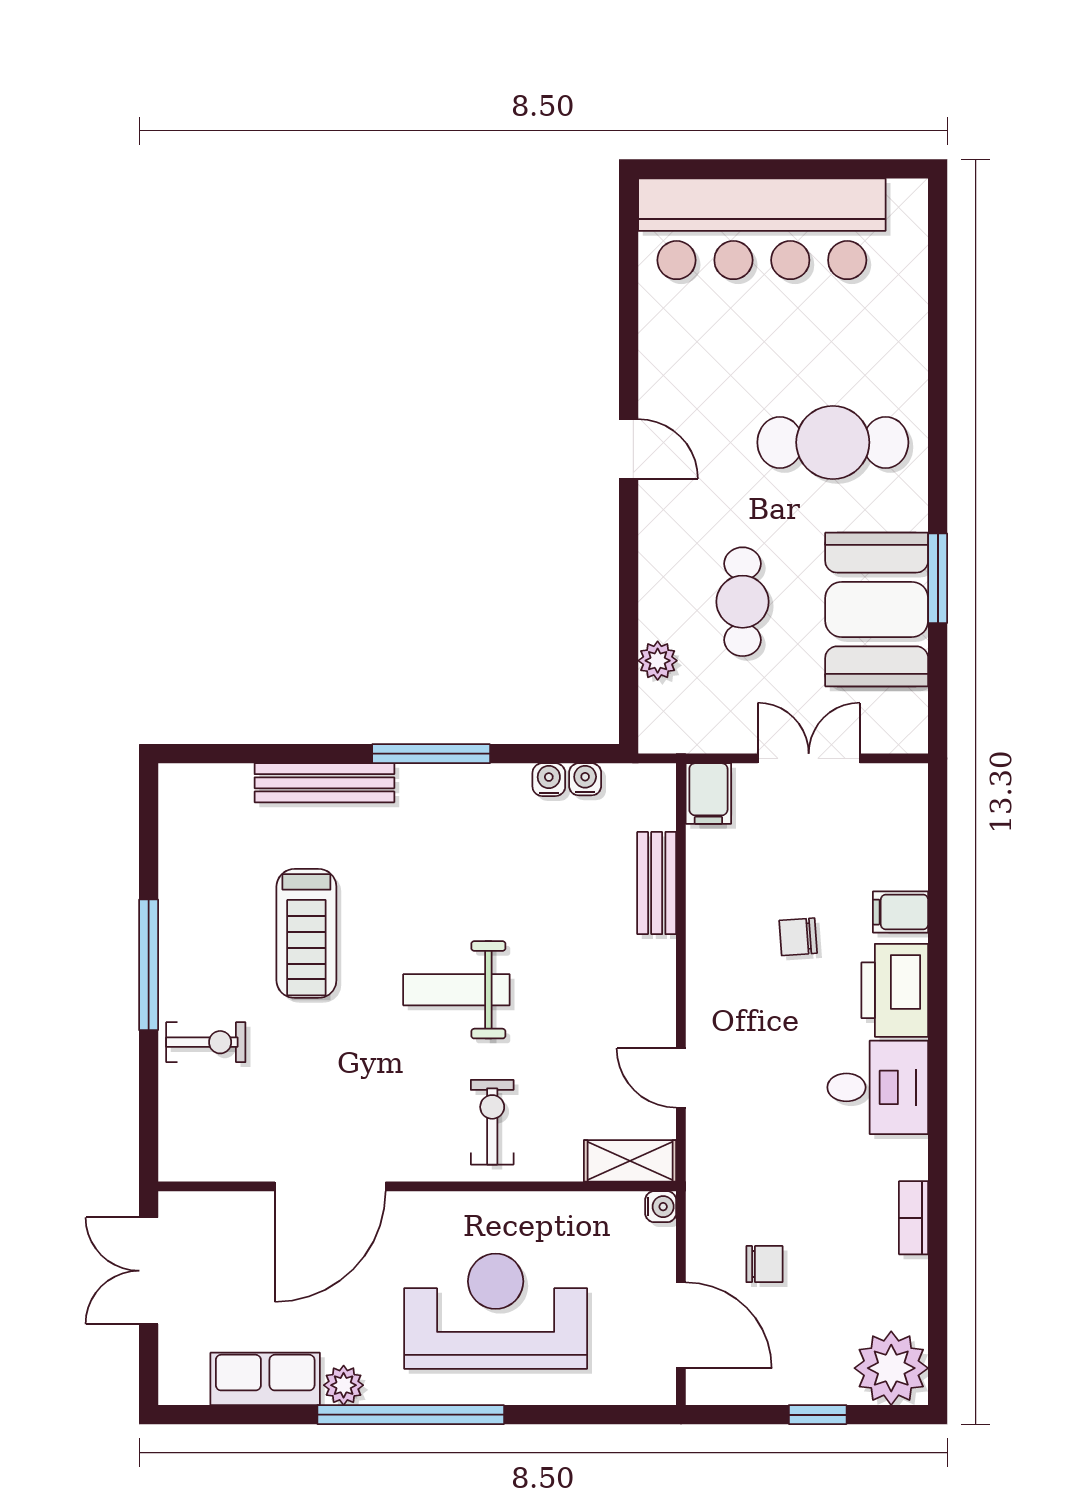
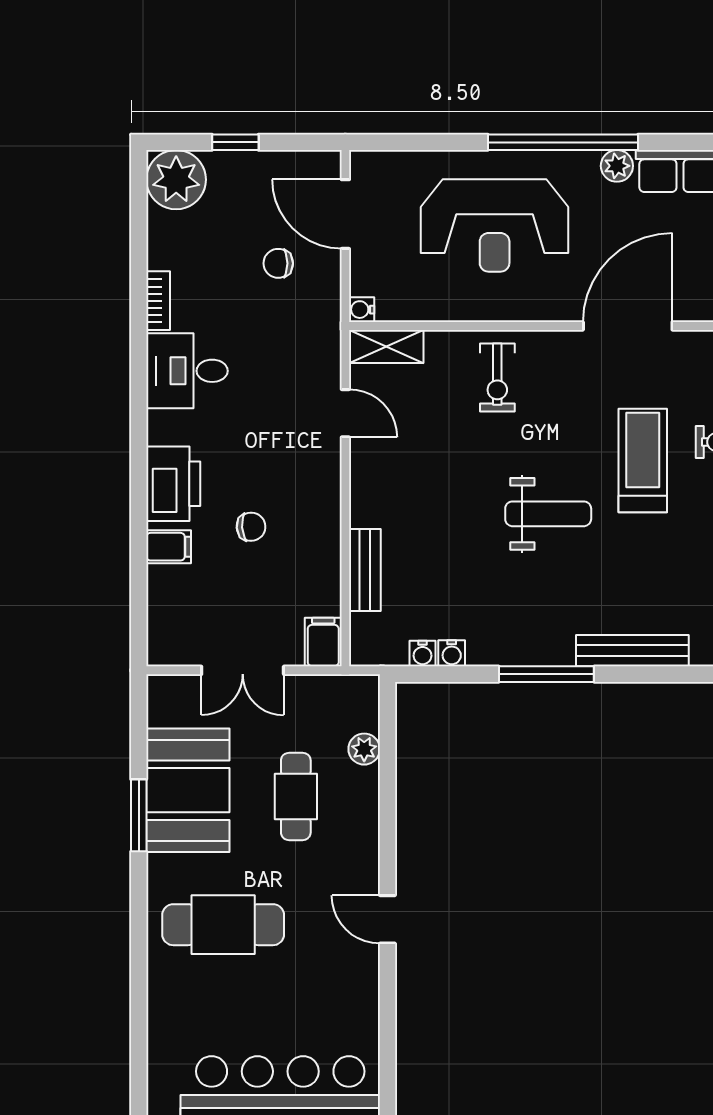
treadmill: (306, 933) -> (643, 460), moved
weight bench: (456, 990) -> (548, 514), moved
desk: (878, 1087) -> (187, 371), moved

